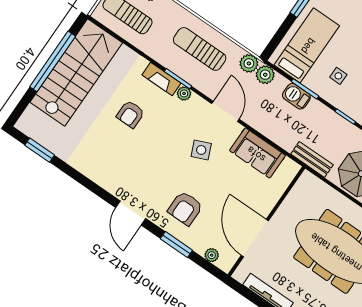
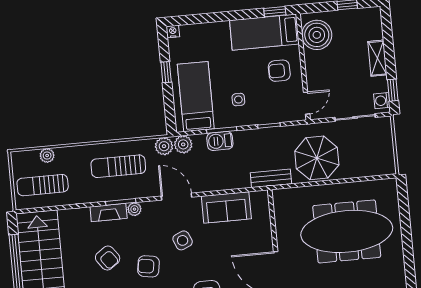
armchair: (131, 114) -> (108, 258), turned -36
armchair: (157, 148) -> (148, 266), added

